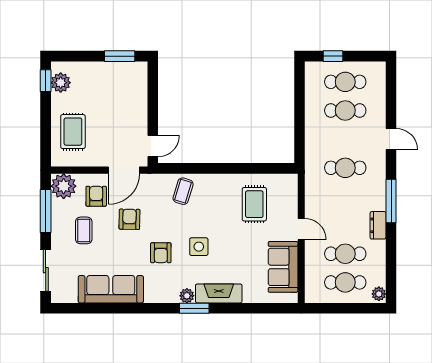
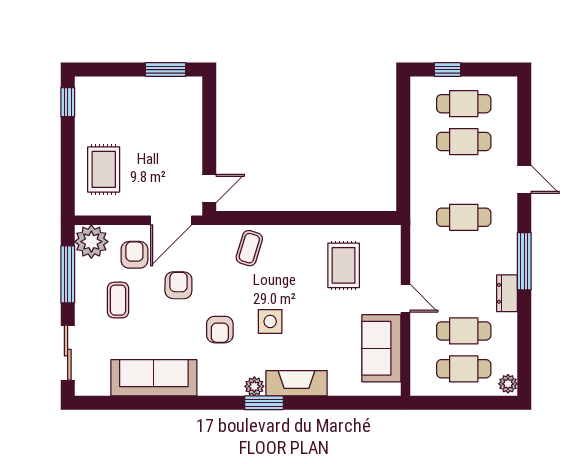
plant: (61, 83) -> (88, 105), removed

